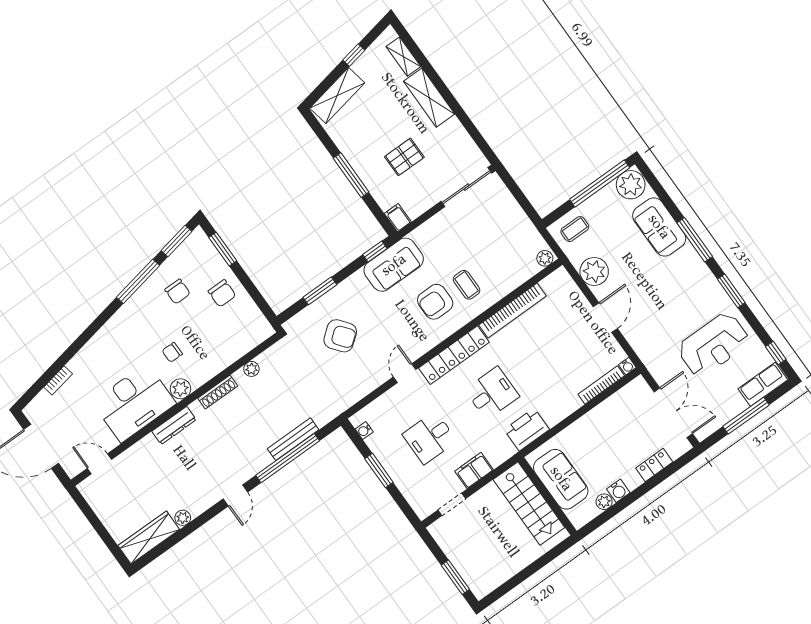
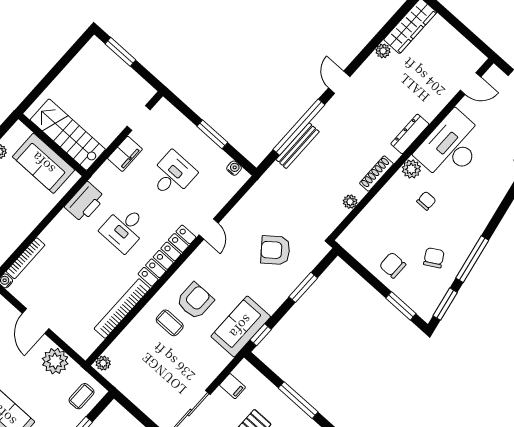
filing cabinet: (398, 218) -> (233, 386), moved
chair: (178, 292) -> (434, 258), turned 60

